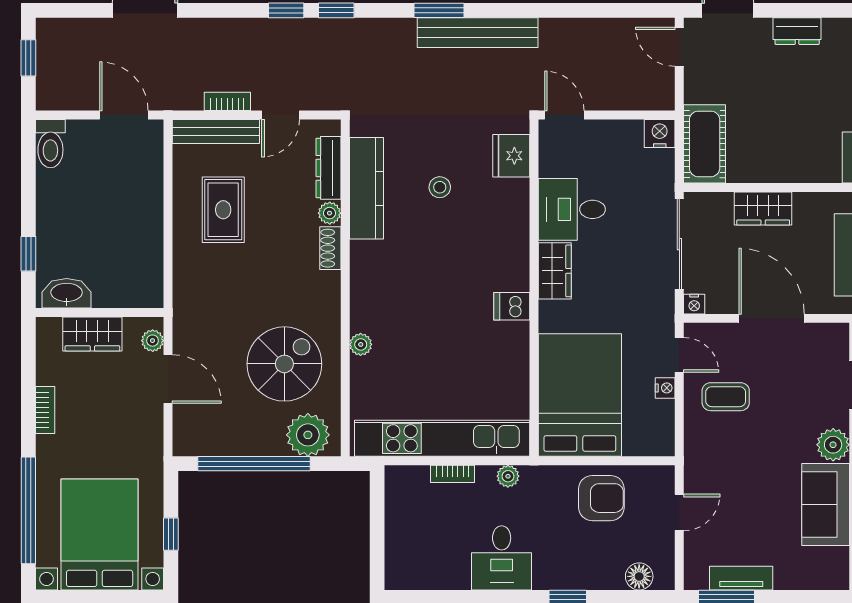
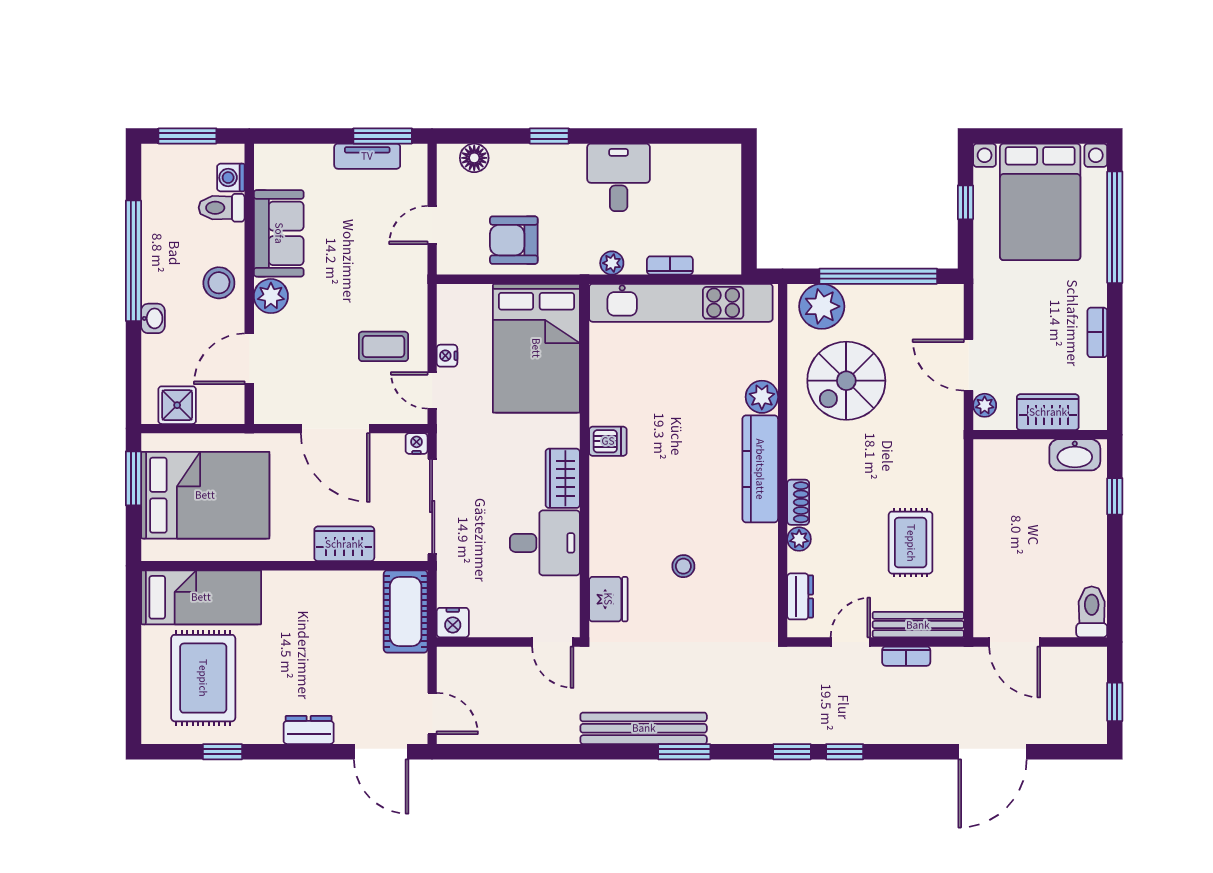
dresser: (328, 168) -> (800, 596), width x0.70
kitchen counter: (367, 188) -> (760, 469), moved
plant: (361, 344) -> (762, 397), width x1.38, depth x1.38

